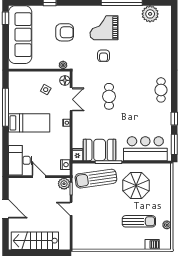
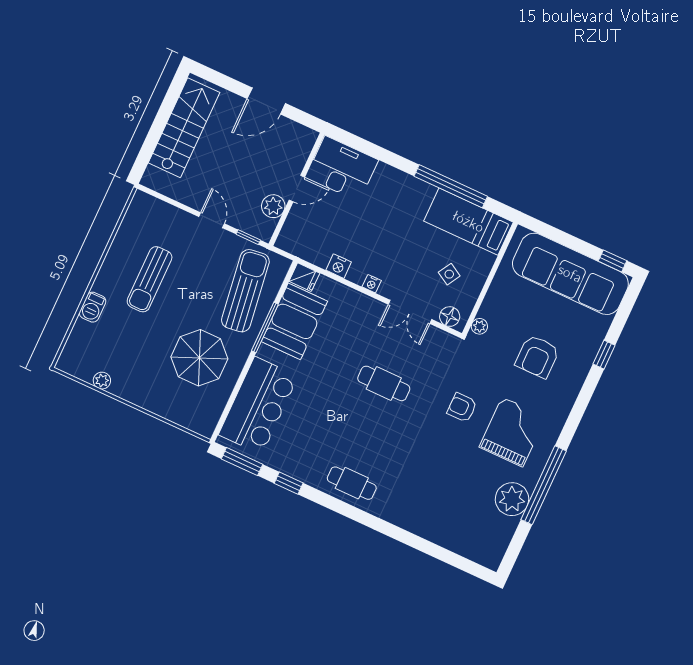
plant: (150, 14) -> (512, 499), moved
bed: (29, 123) -> (468, 222), moved, turned 90
nightstand: (65, 165) -> (339, 266), moved
plant: (64, 184) -> (273, 206), moved
door: (71, 209) -> (212, 220), hinge flipped
sun lounger: (139, 221) -> (150, 279), moved
barbecue: (152, 244) -> (93, 307), moved

